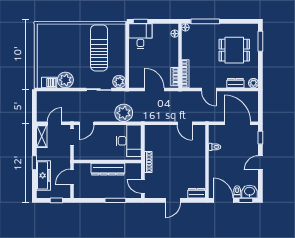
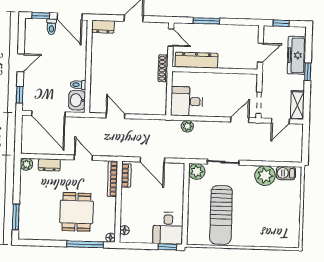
dining table: (234, 50) -> (76, 212), moved, turned 90
plant: (124, 113) -> (187, 126), width x0.53, depth x0.53
desk: (129, 141) -> (187, 101), width x0.73
dresser: (108, 169) -> (196, 60), moved
washbasin: (249, 192) -> (77, 100), moved, turned 90

